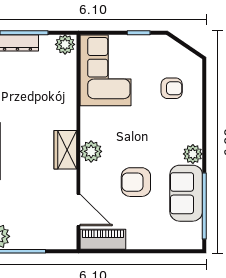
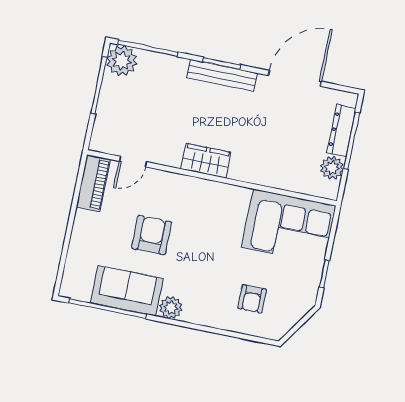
plant: (65, 44) -> (332, 168), moved
plant: (91, 151) -> (198, 190), removed
door: (78, 210) -> (133, 162), width x0.73

